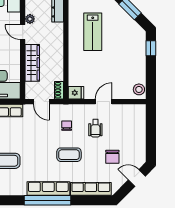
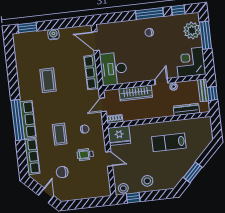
window: (151, 48) -> (133, 198), moved
stool: (134, 61) -> (147, 181), added
fridge: (76, 93) -> (119, 136), width x1.88, depth x1.34

